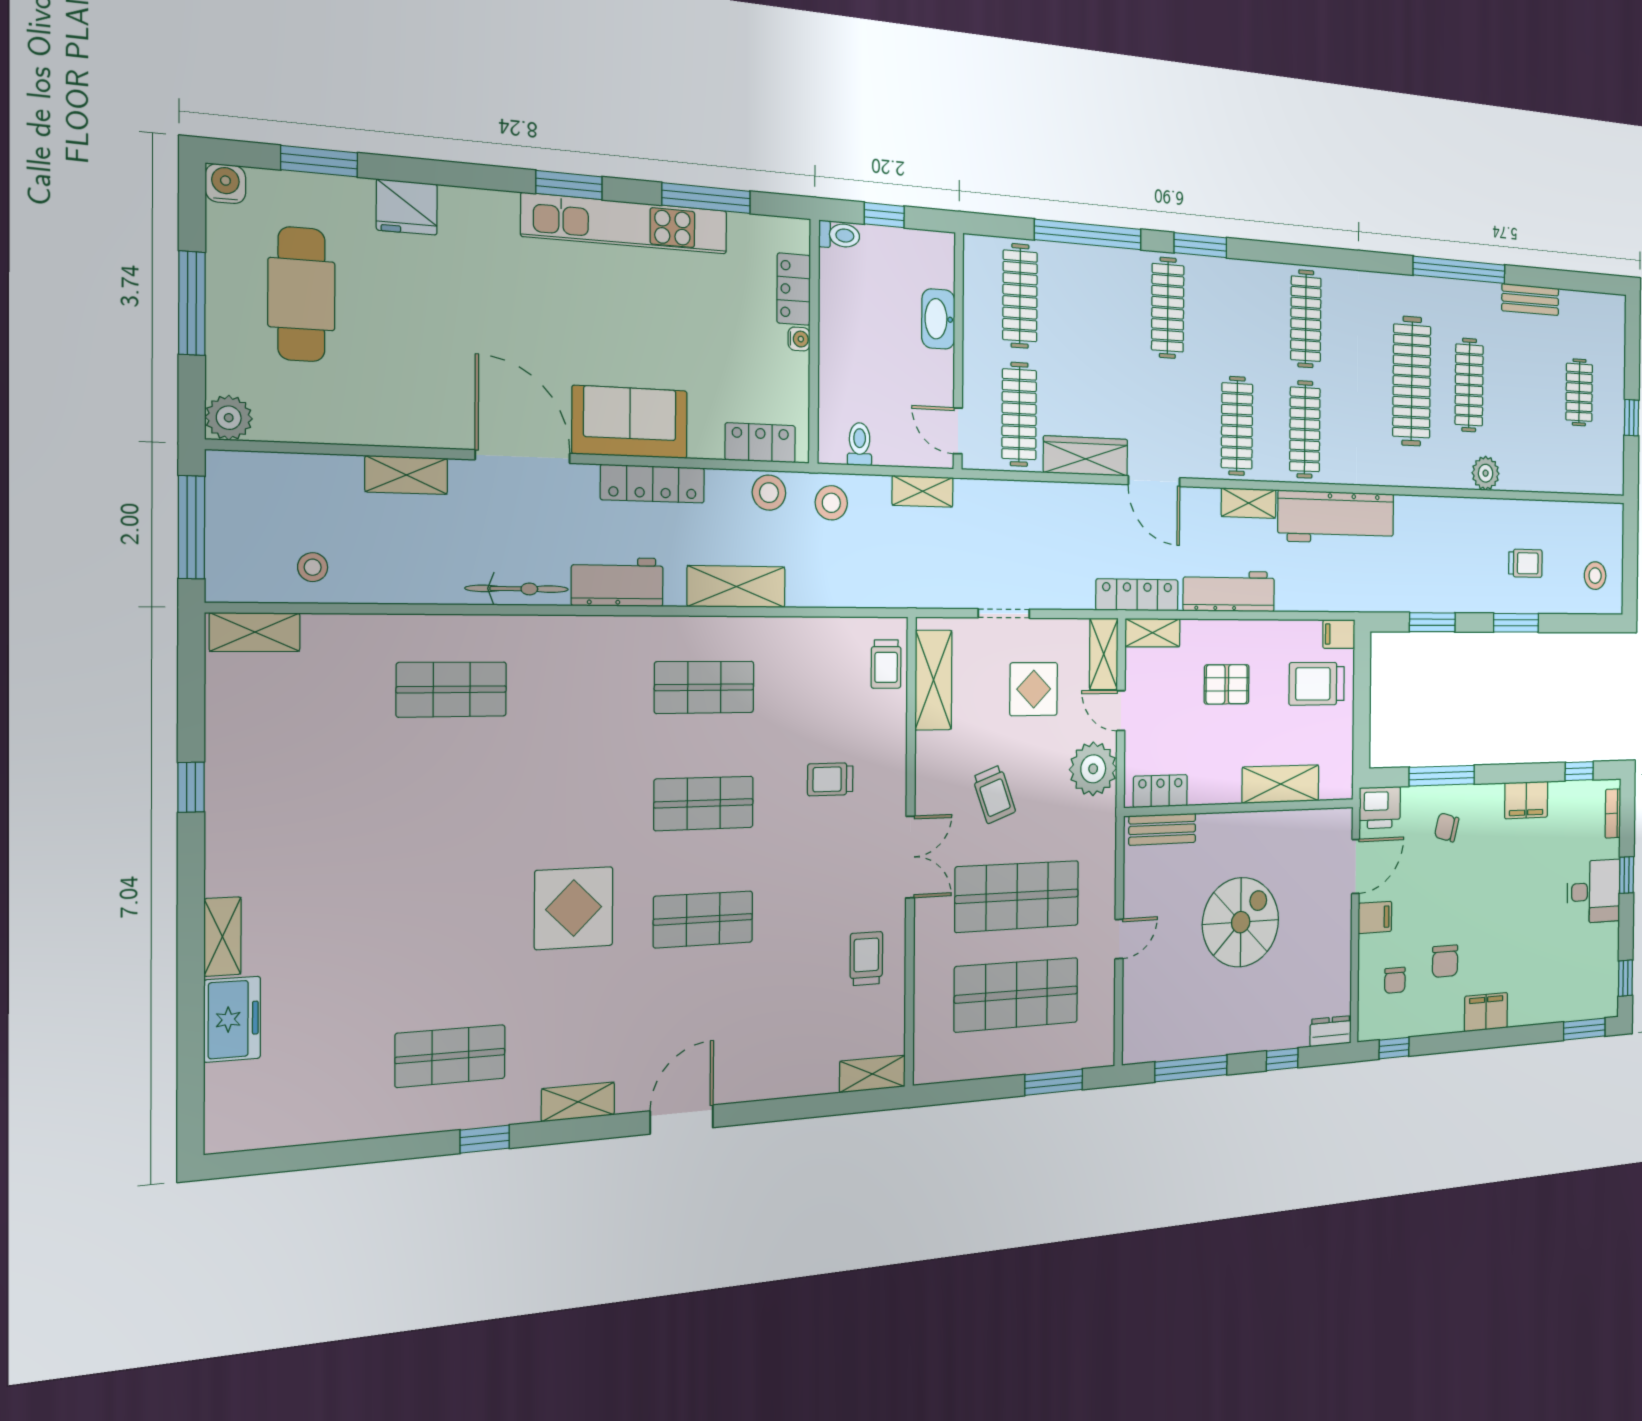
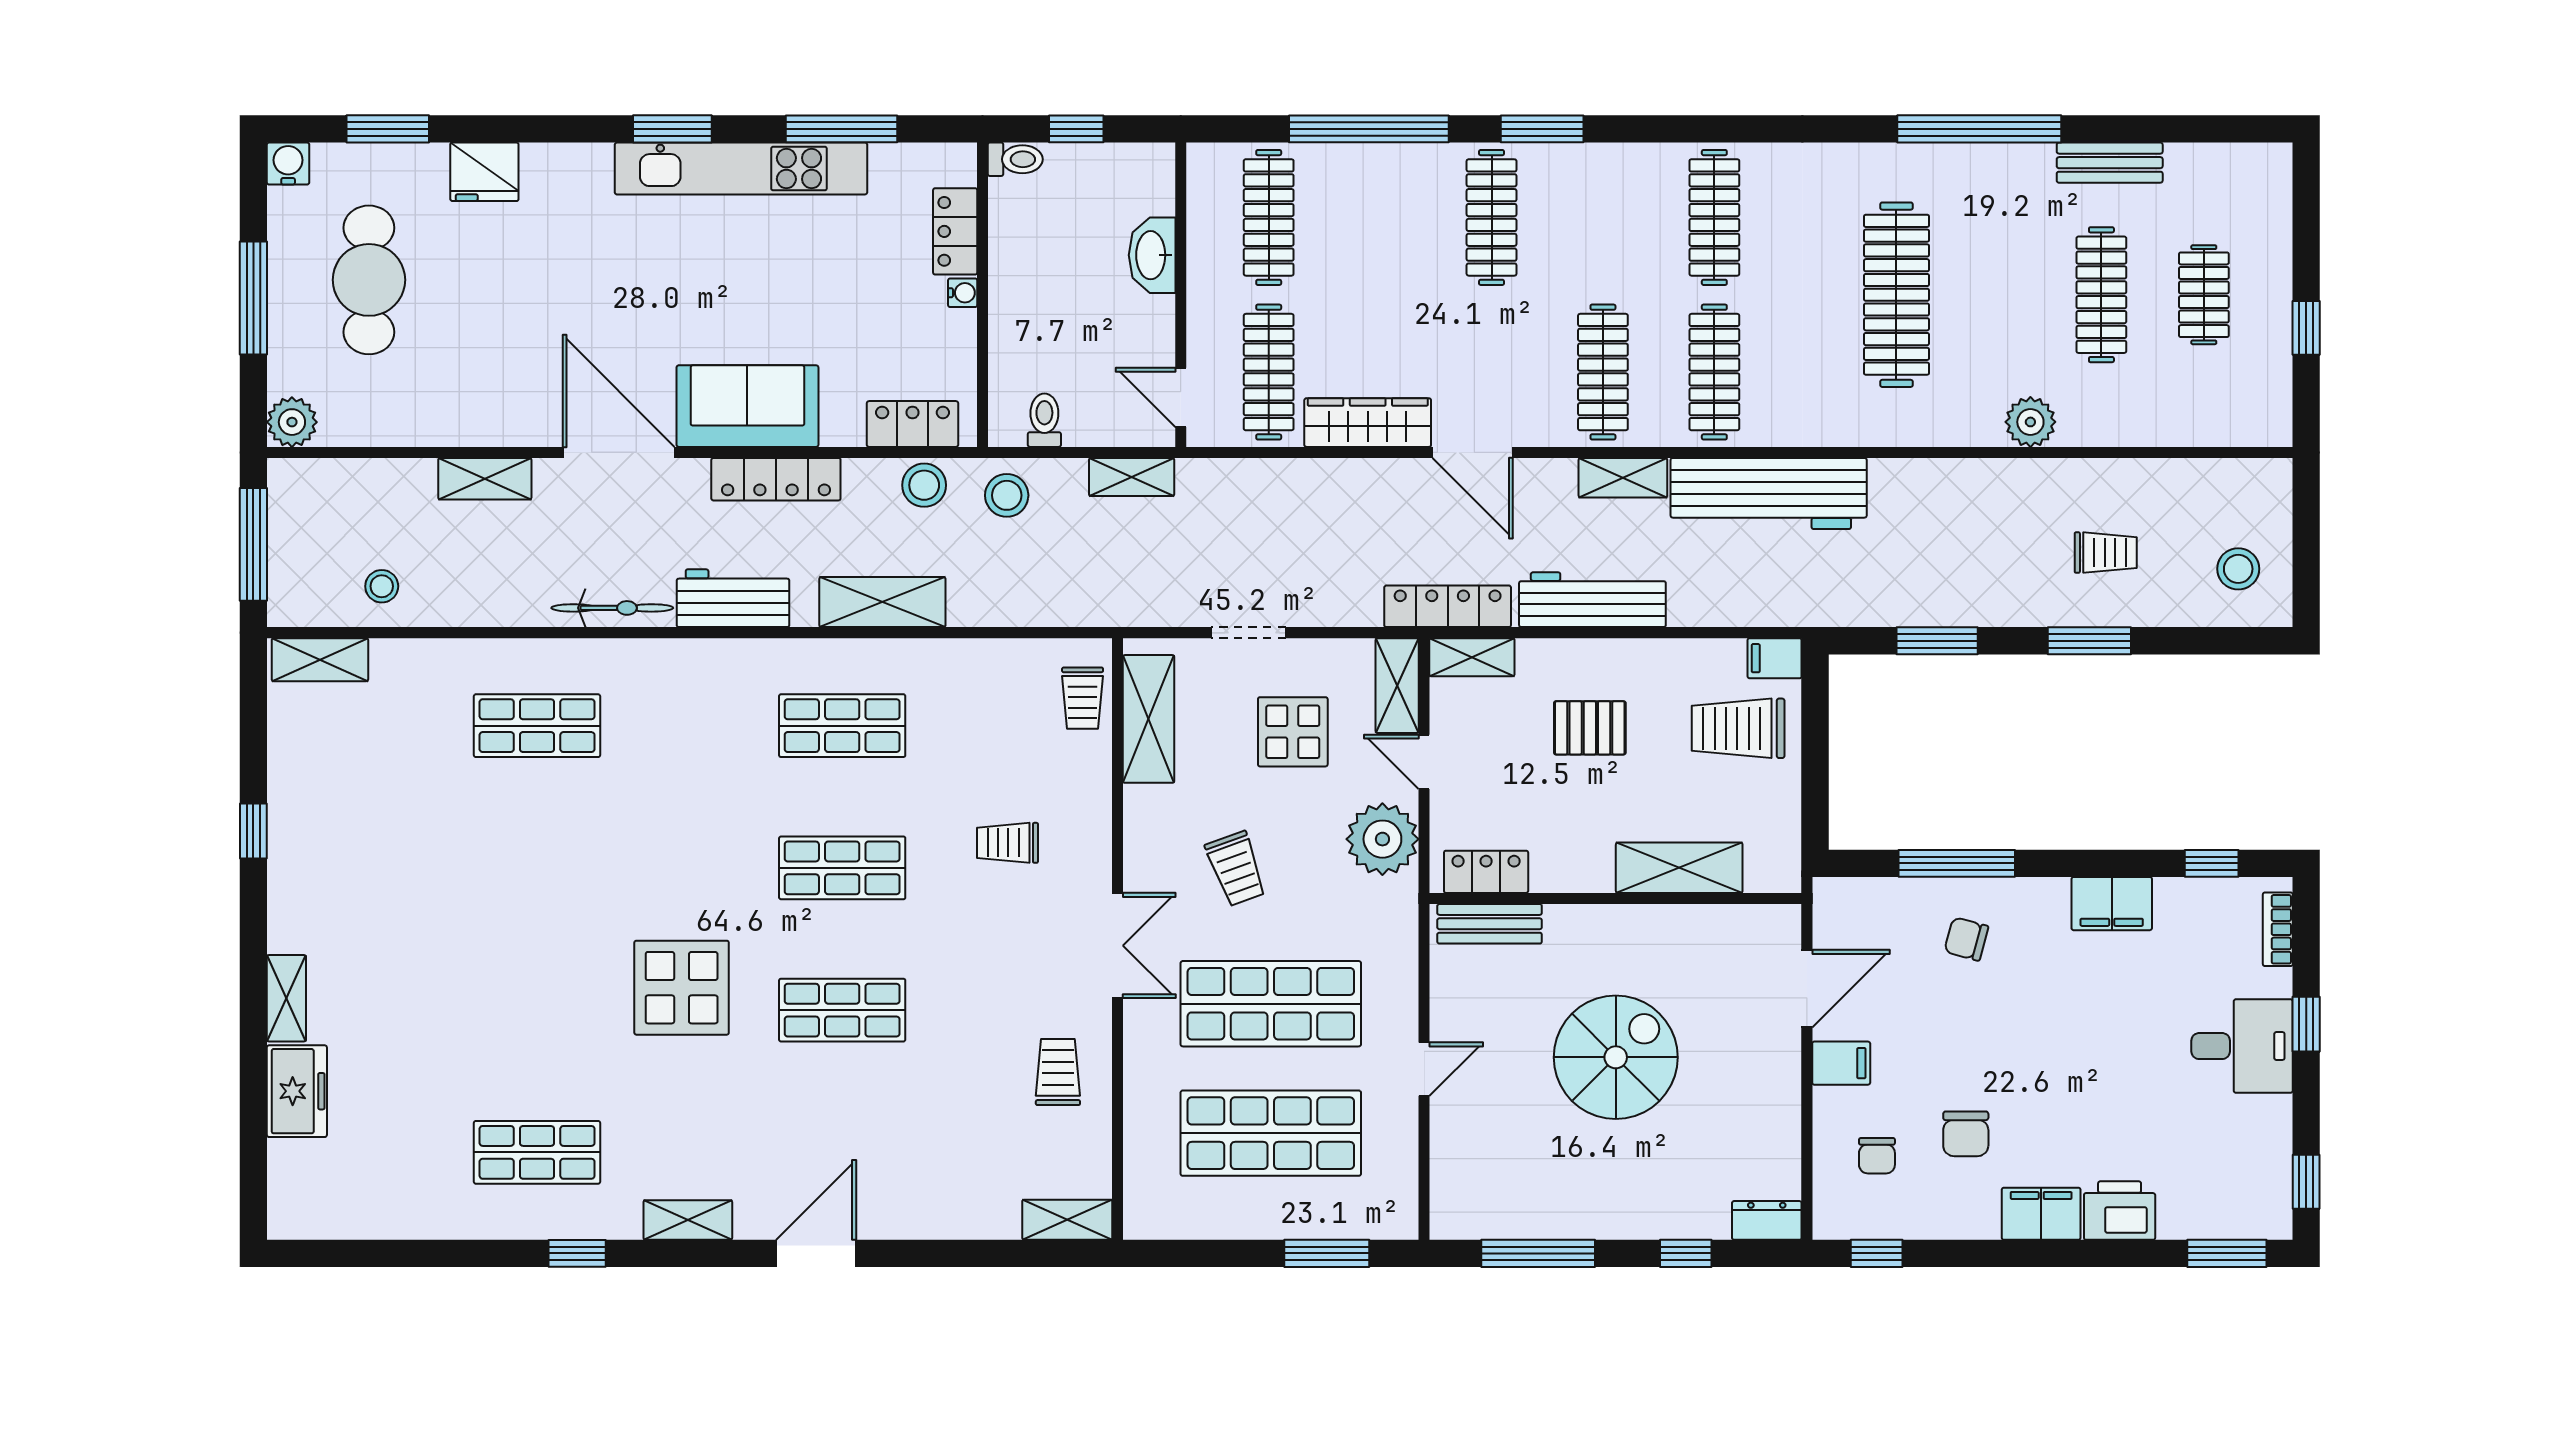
clothes rail: (1469, 385) -> (2101, 295), moved
printer: (1380, 808) -> (2120, 1211), moved, turned 180

